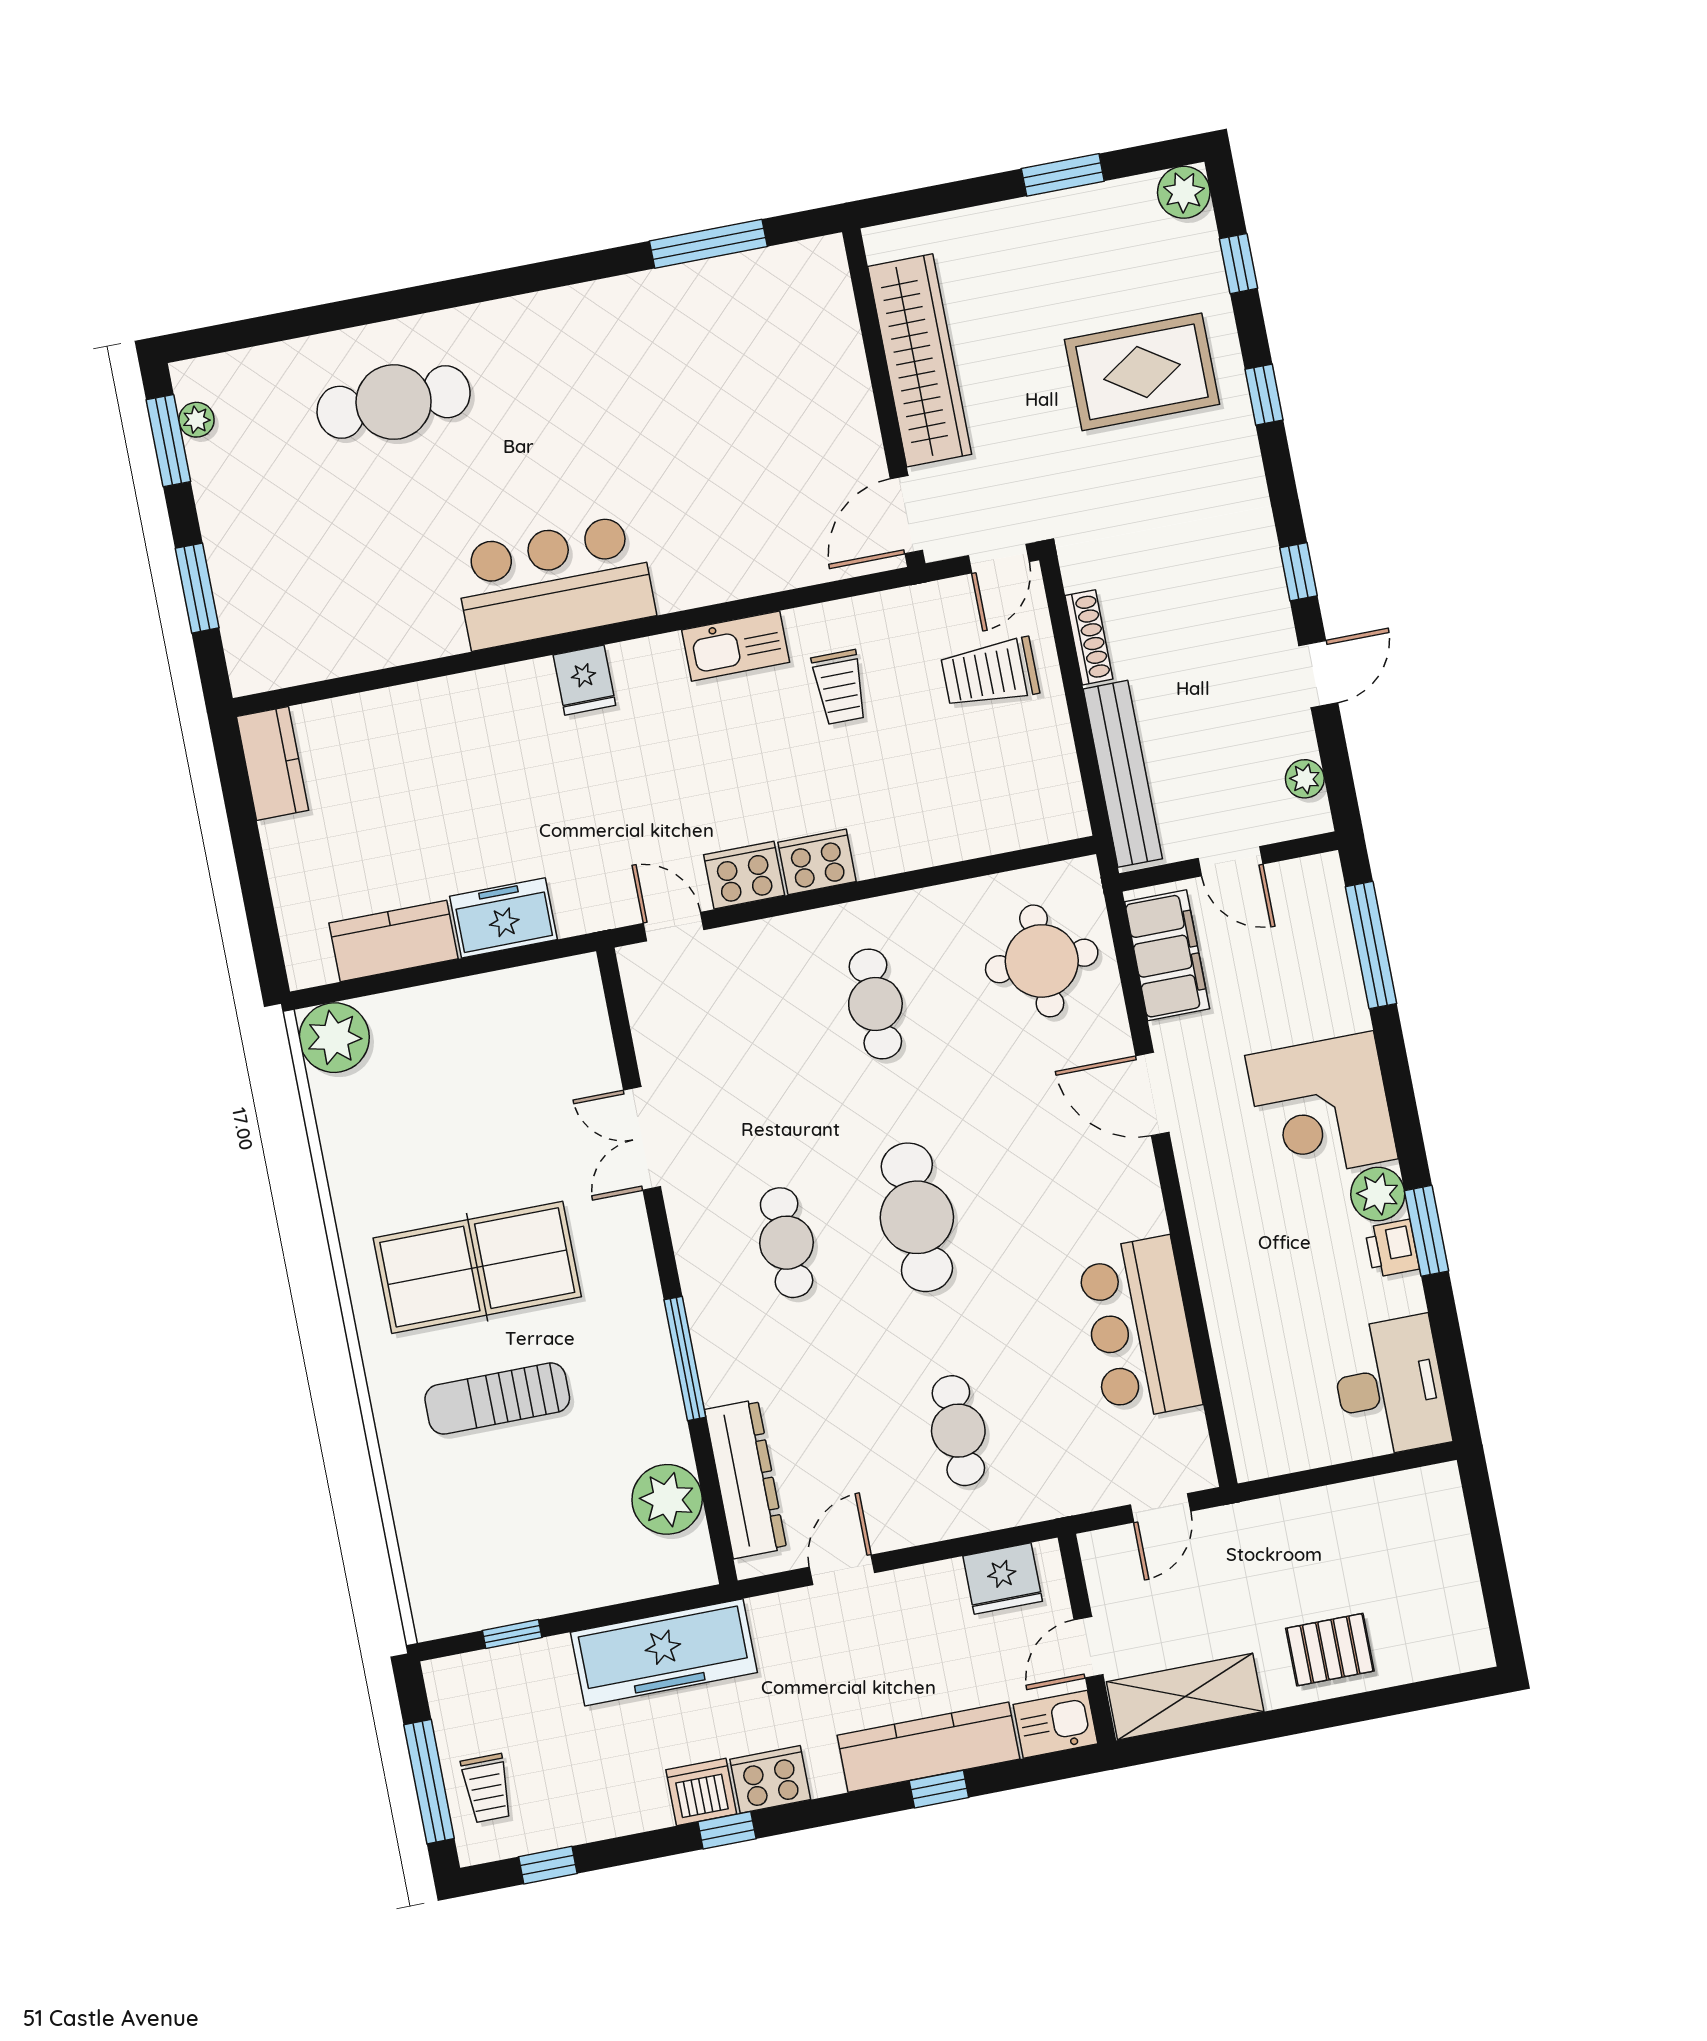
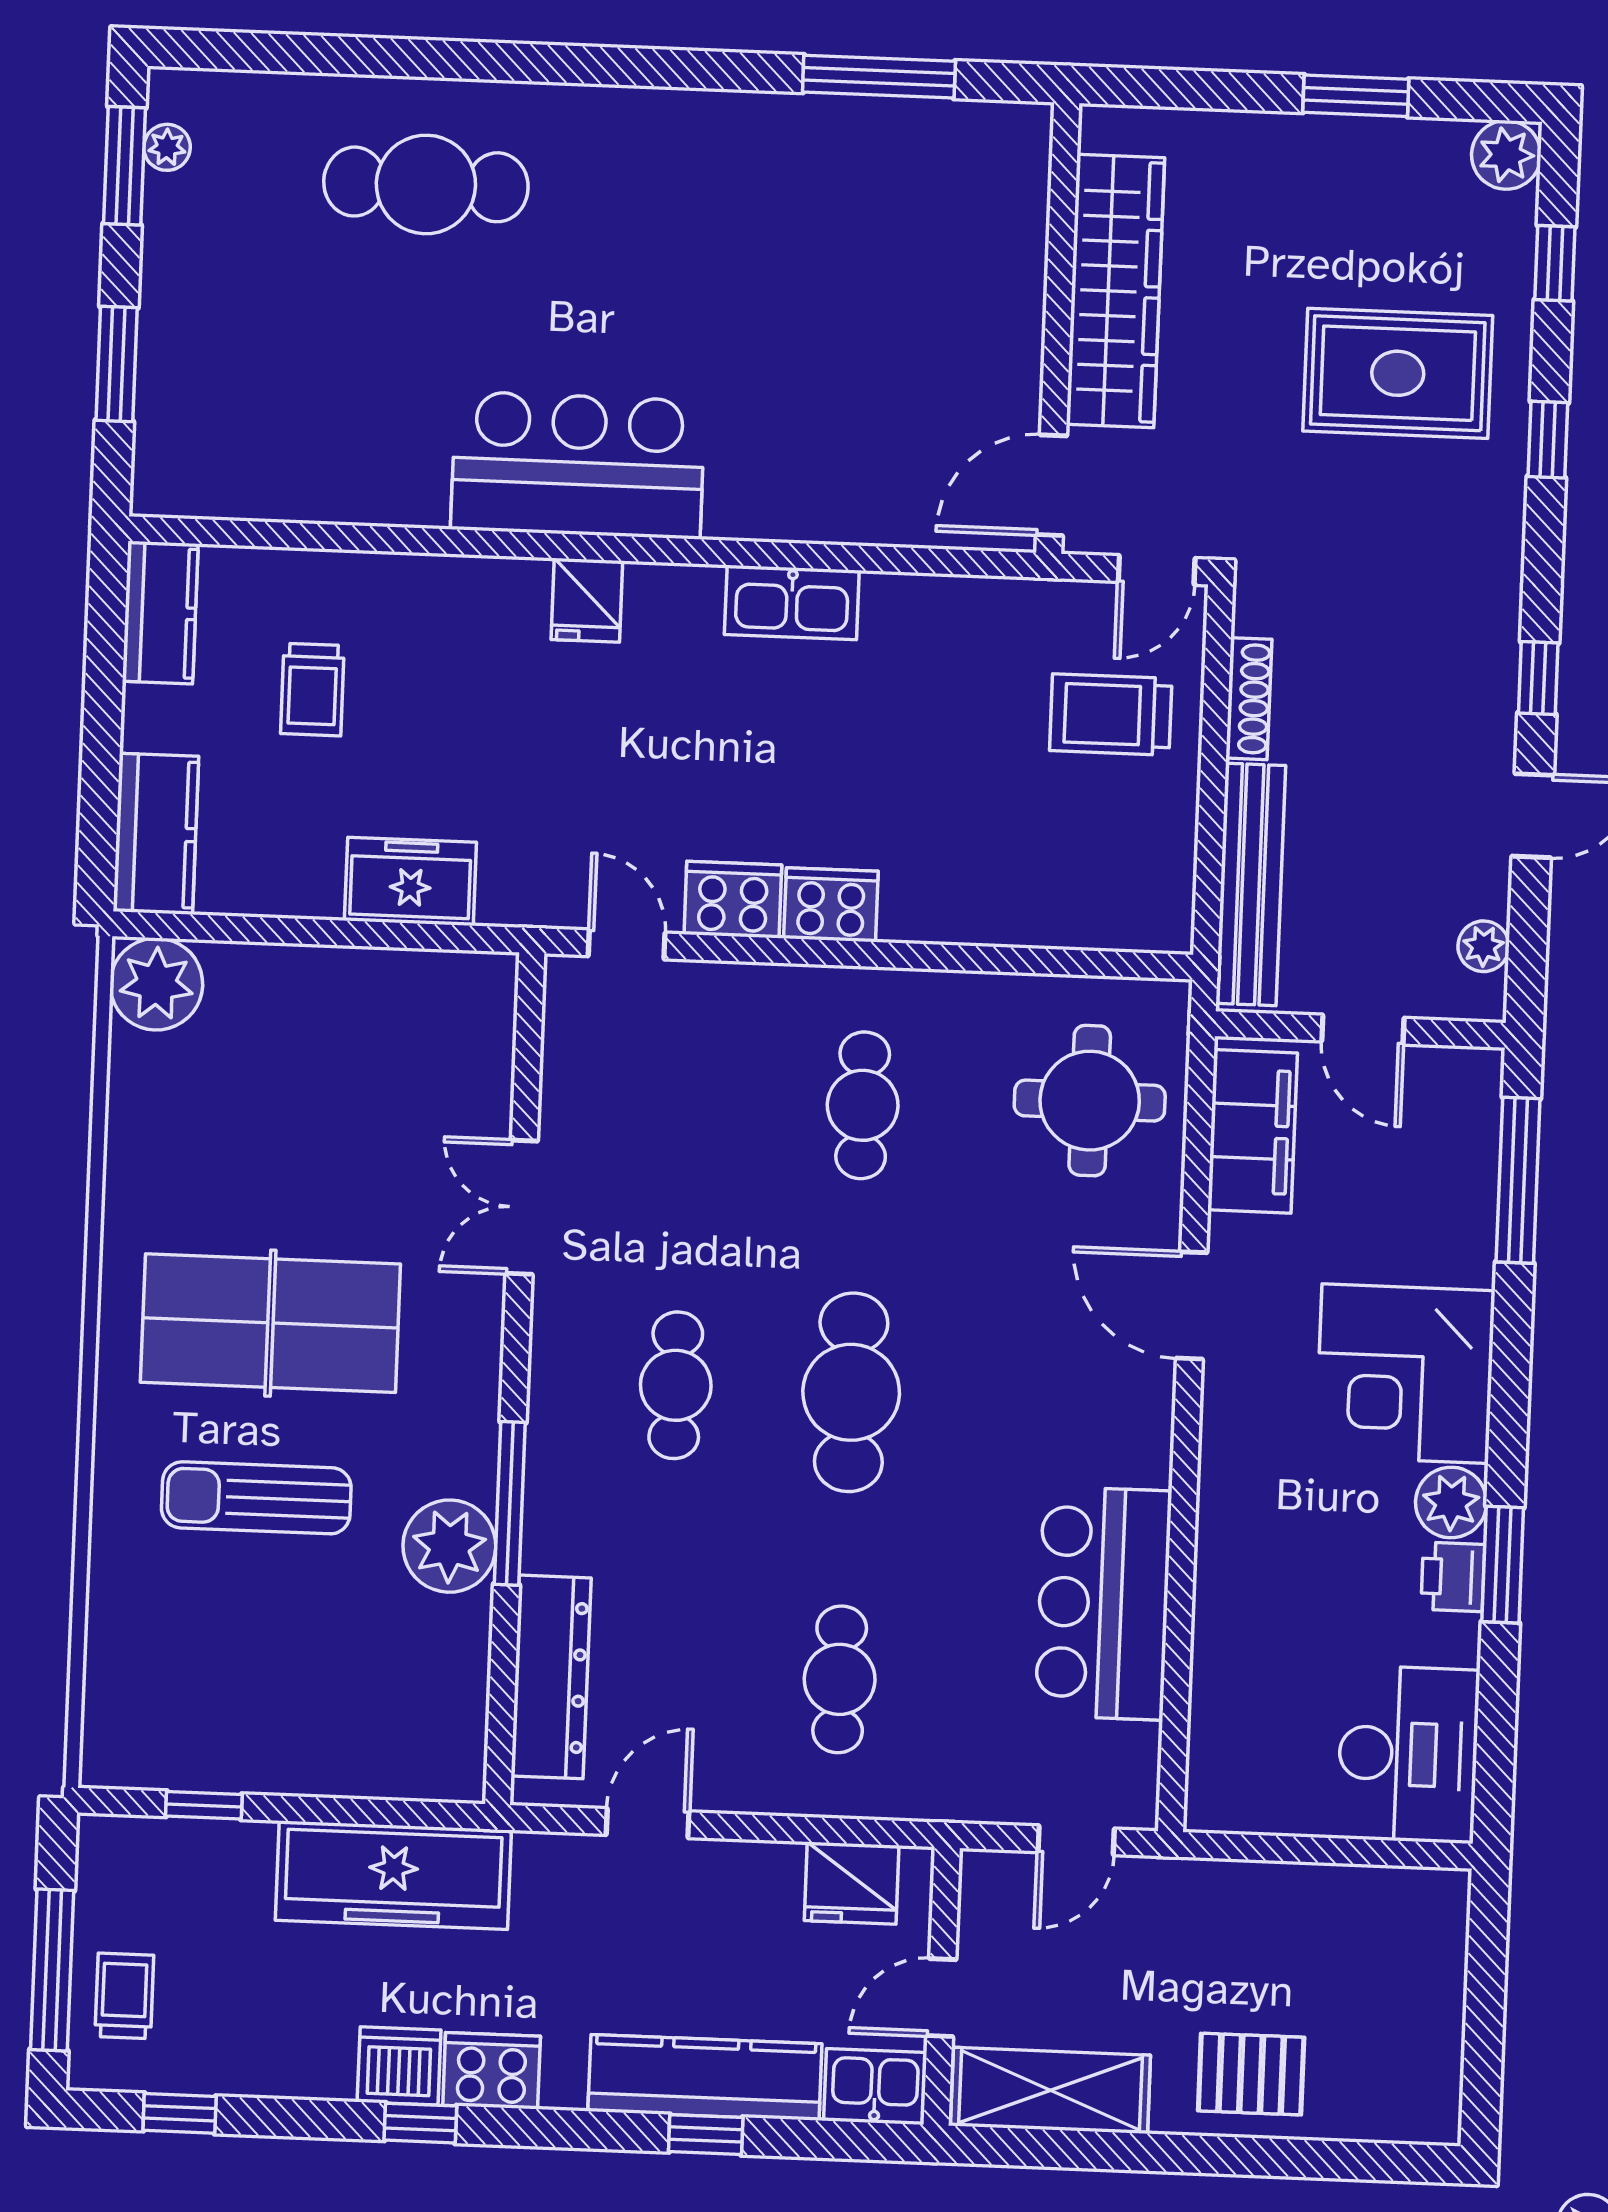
trolley: (840, 687) -> (312, 690), moved
kitchen counter: (393, 941) -> (156, 834), moved, turned 90
plant: (667, 1499) -> (449, 1546), moved
trolley: (487, 1788) -> (124, 1996), turned 180

